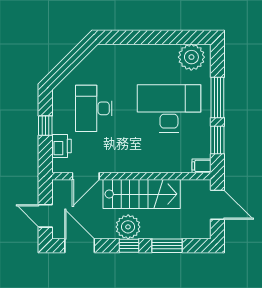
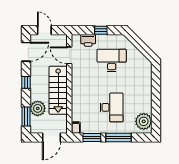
desk: (169, 108) -> (112, 107), width x0.73, depth x0.77
door: (45, 216) -> (44, 30), hinge flipped
plant: (128, 227) -> (38, 108), moved
window: (167, 246) -> (26, 116), moved

